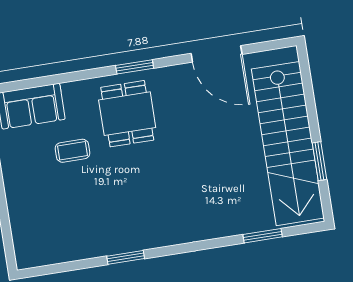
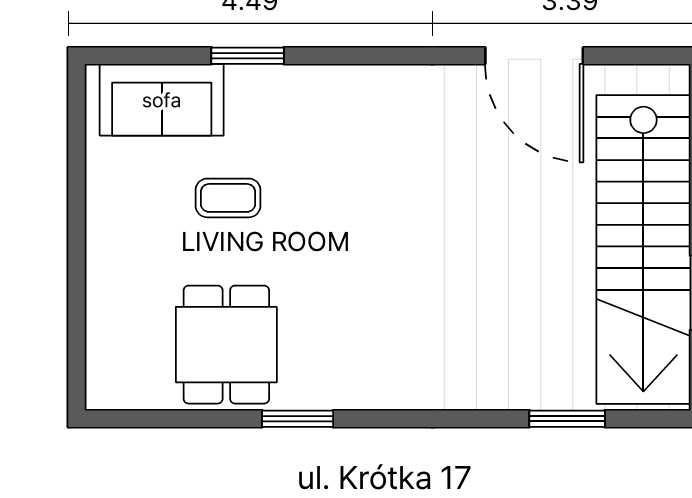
window: (135, 67) -> (248, 56), moved
dining table: (127, 114) -> (226, 345), moved

